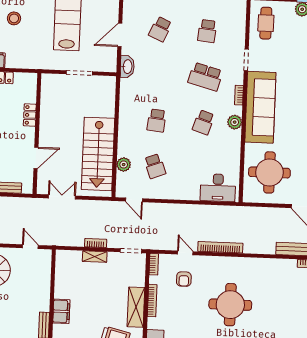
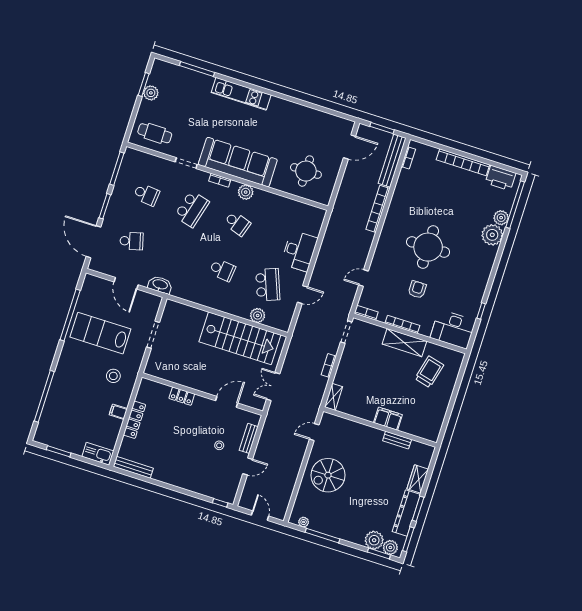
stool: (14, 18) -> (113, 376), moved
school desk: (160, 29) -> (132, 241), turned -39
door: (36, 158) -> (227, 402), hinge flipped
school desk: (155, 166) -> (268, 285), width x1.85
round table: (269, 172) -> (306, 171), width x0.73, depth x0.73
desk: (218, 188) -> (299, 251), moved
door: (134, 200) -> (302, 295), moved
bookcase: (220, 247) -> (378, 209), moved
shelving: (95, 257) -> (334, 397), moved
armchair: (184, 279) -> (417, 290), moved, turned -90

